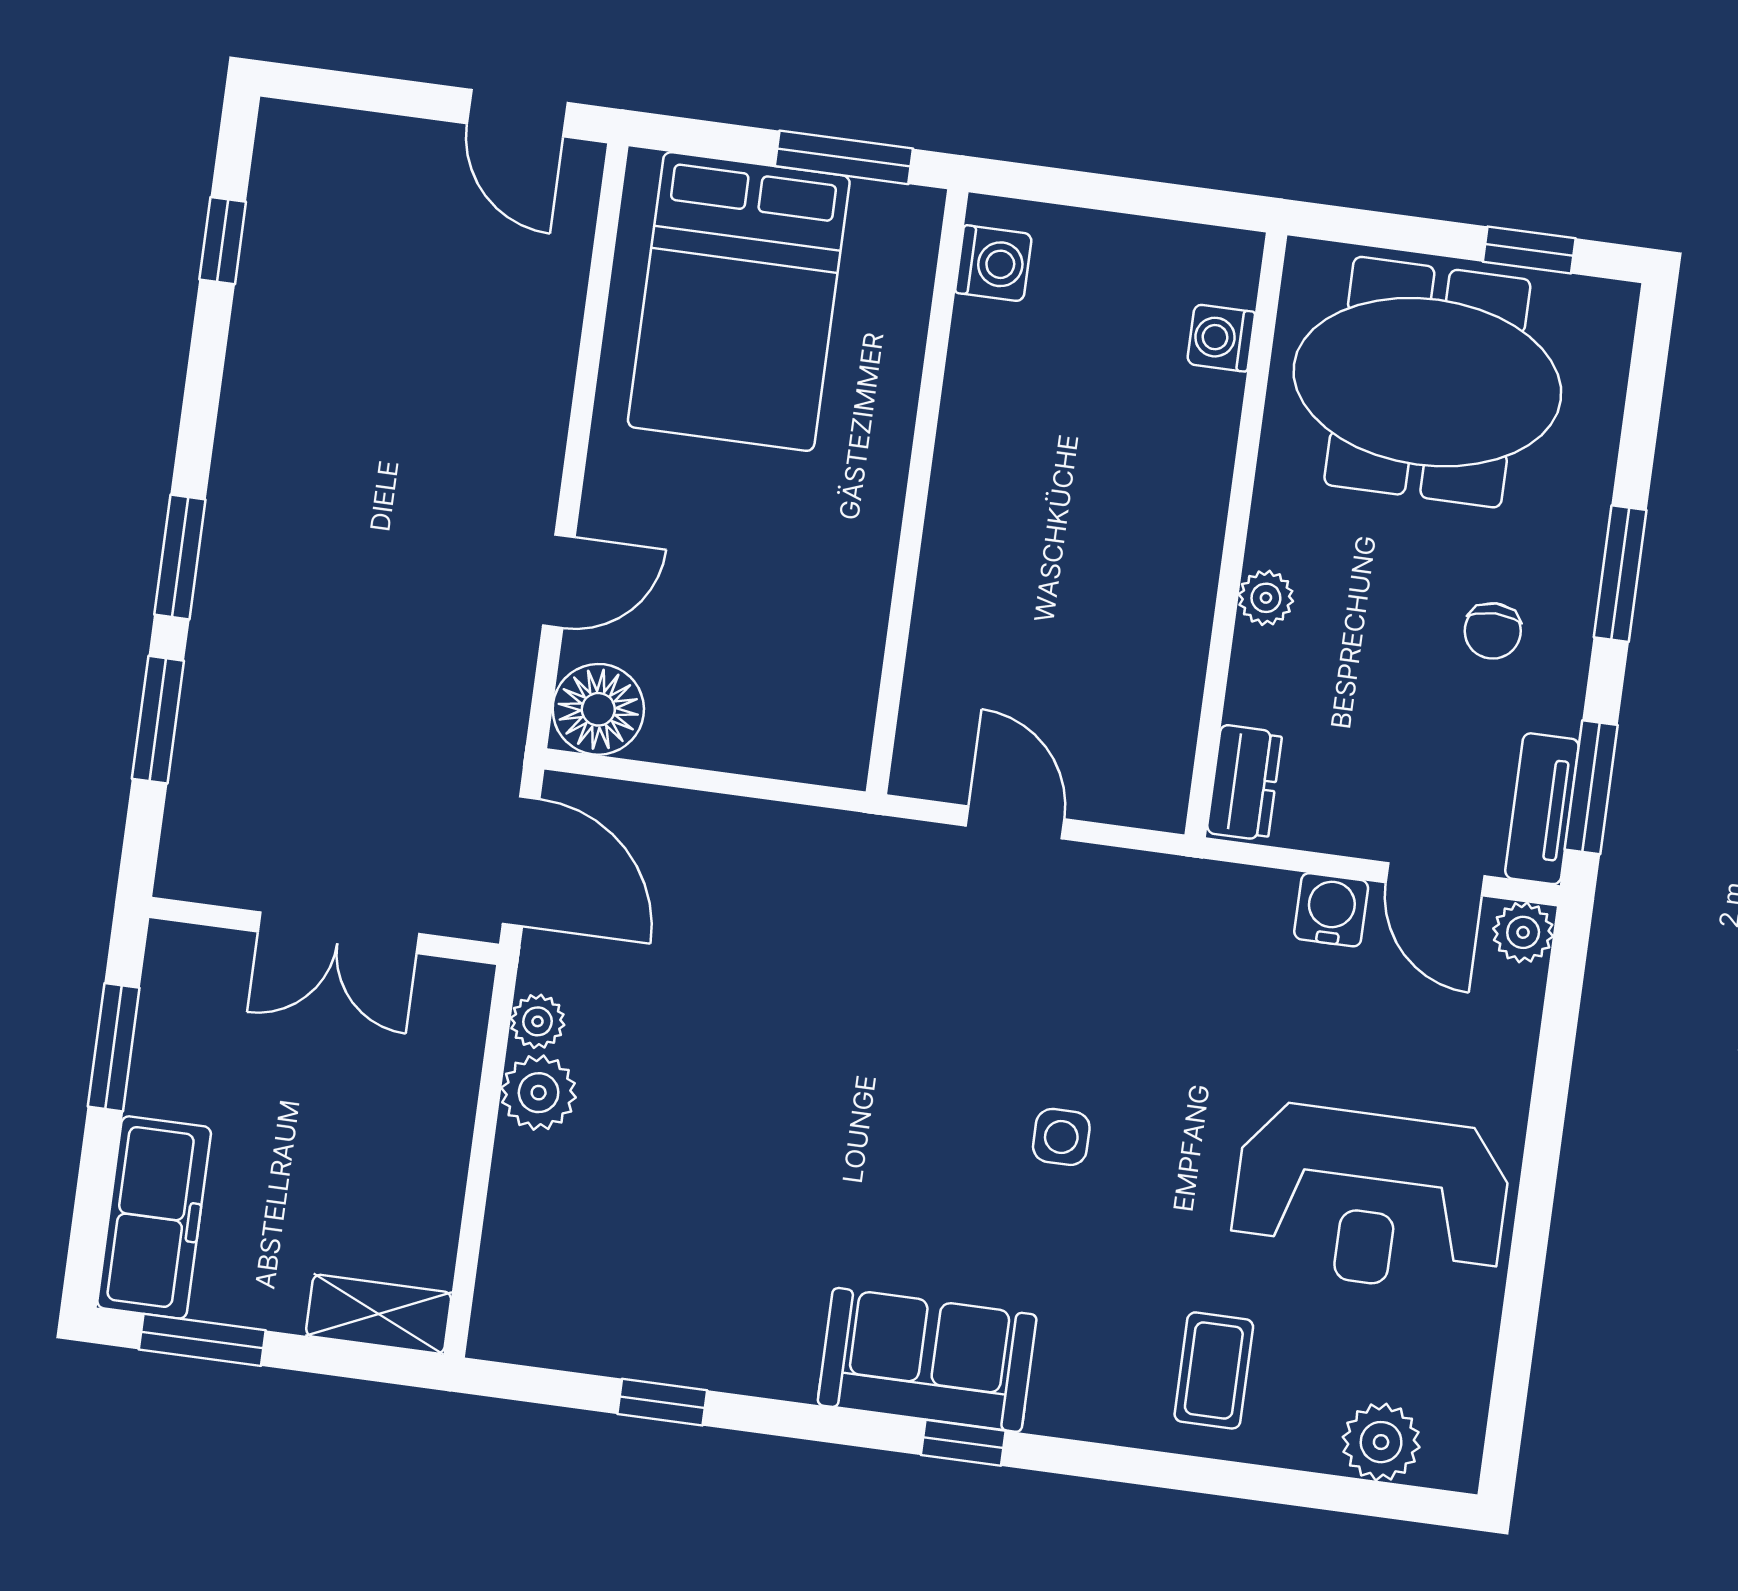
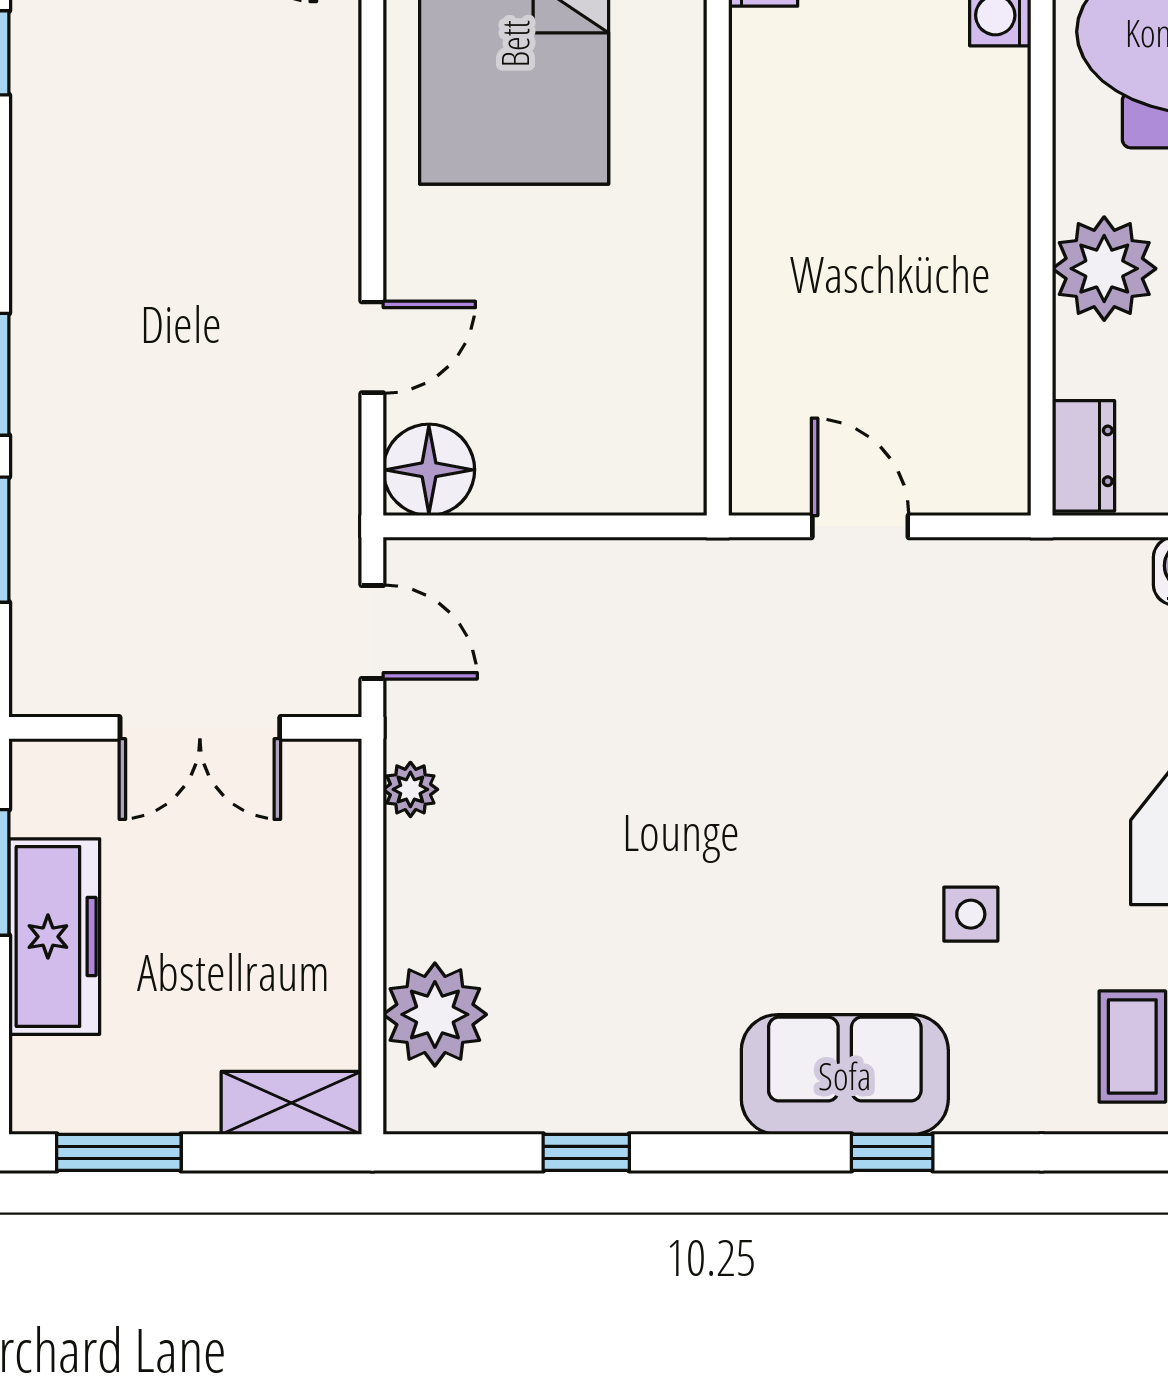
plant: (1266, 598) -> (1104, 269), width x1.88, depth x1.88
door: (521, 861) -> (372, 632), width x0.73
plant: (539, 1093) -> (435, 1014), moved, width x1.36, depth x1.36
side table: (1061, 1137) -> (971, 914), moved
freezer: (154, 1217) -> (54, 937), moved

